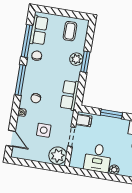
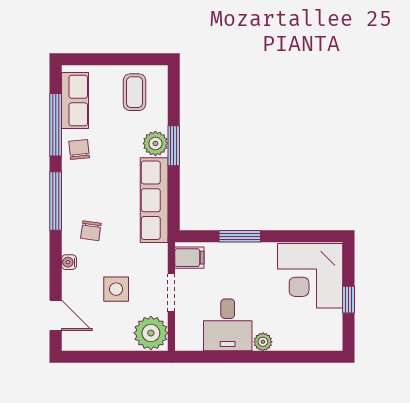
row of seats: (70, 95) -> (154, 200), width x1.48

